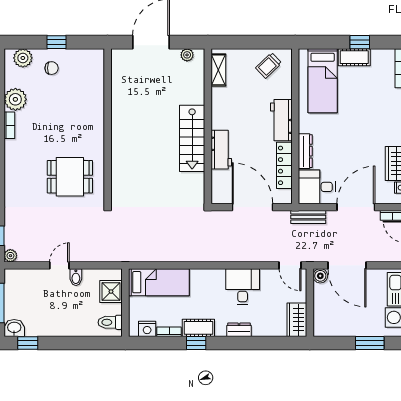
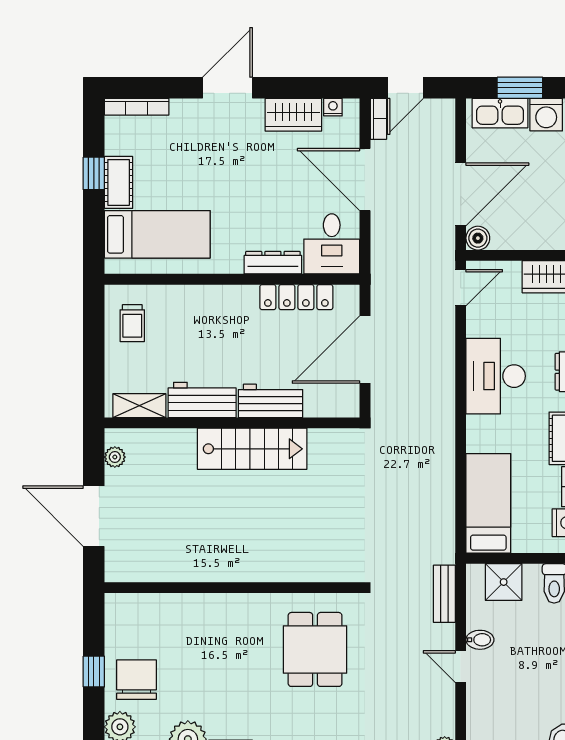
trolley: (269, 65) -> (132, 323), turned 44
chair: (52, 68) -> (136, 680), width x1.87, depth x1.87
workbench: (281, 120) -> (202, 400), moved, turned 180
bench: (308, 217) -> (444, 594), moved
desk: (243, 287) -> (496, 376), width x1.37

